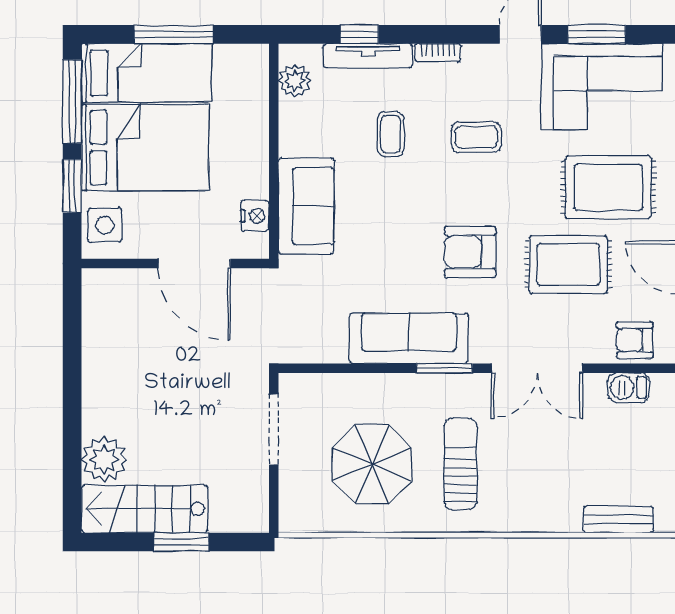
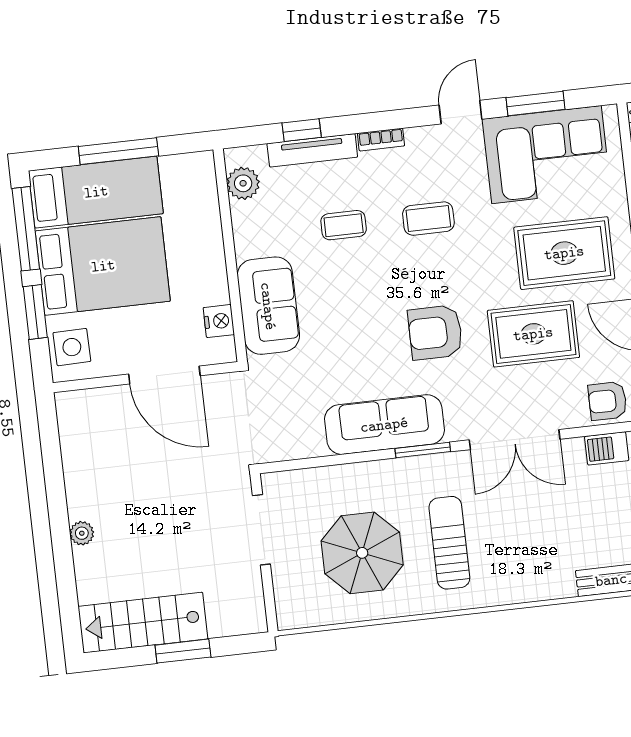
coffee table: (391, 134) -> (344, 225), turned 90
plant: (104, 459) -> (82, 533), moved, width x0.53, depth x0.53

